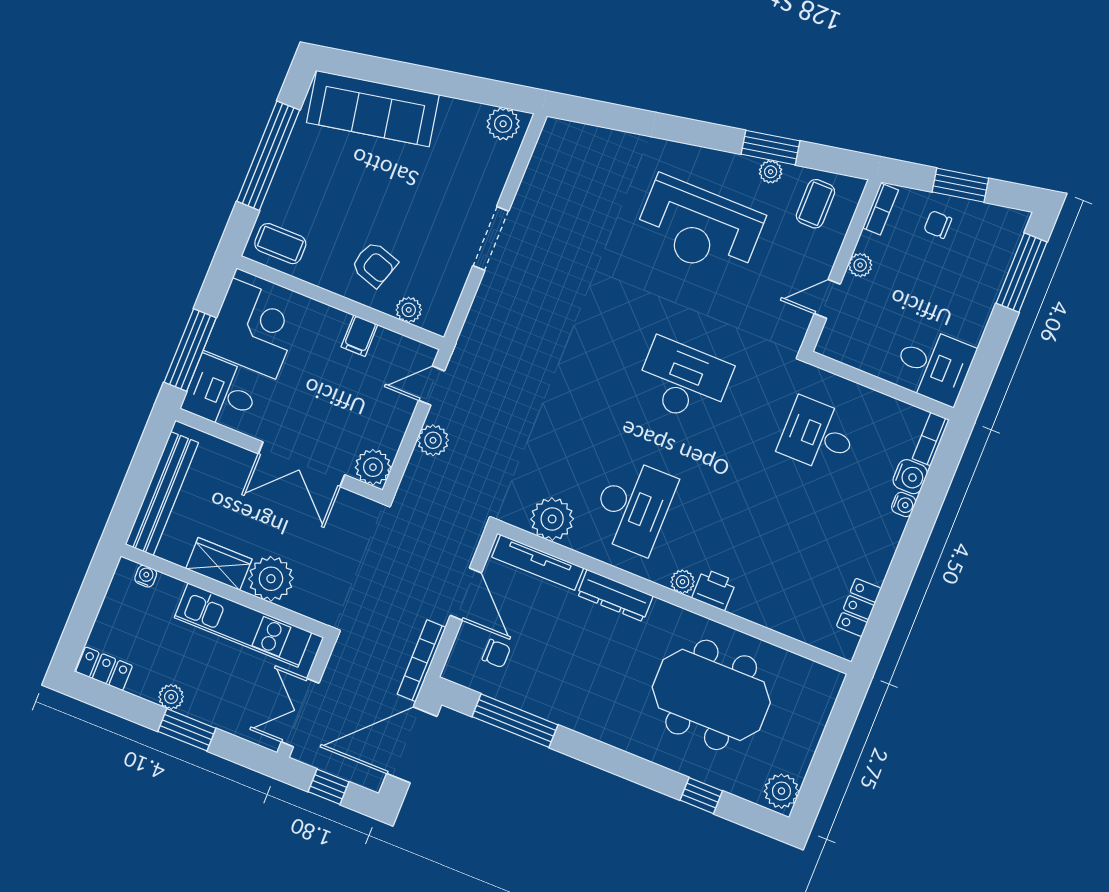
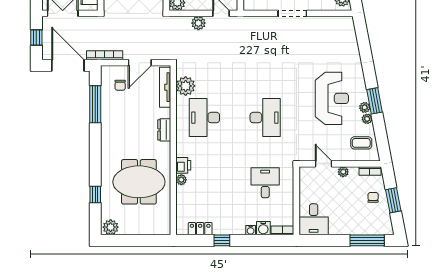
window: (770, 148) -> (374, 101), moved
plant: (745, 167) -> (365, 107), added
reception desk: (699, 228) -> (332, 98), turned 180
desk: (633, 506) -> (204, 118), turned 90
window: (901, 572) -> (222, 240), added
plant: (683, 582) -> (181, 180), moved
dresser: (615, 596) -> (164, 130), width x0.70
meeting table: (711, 695) -> (139, 182), turned 90

